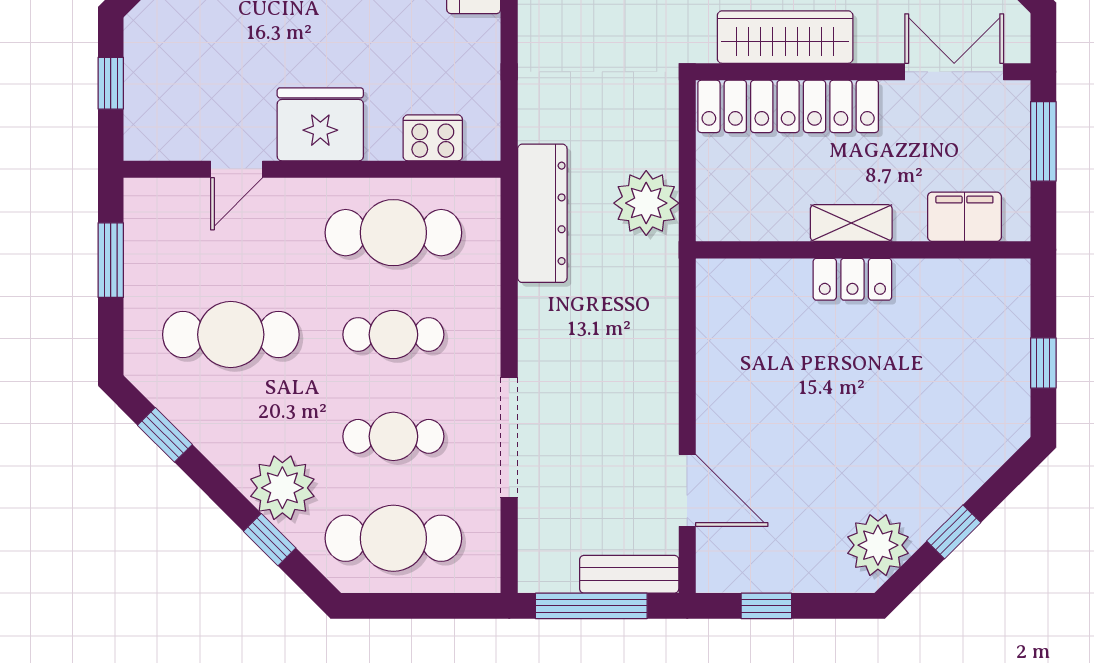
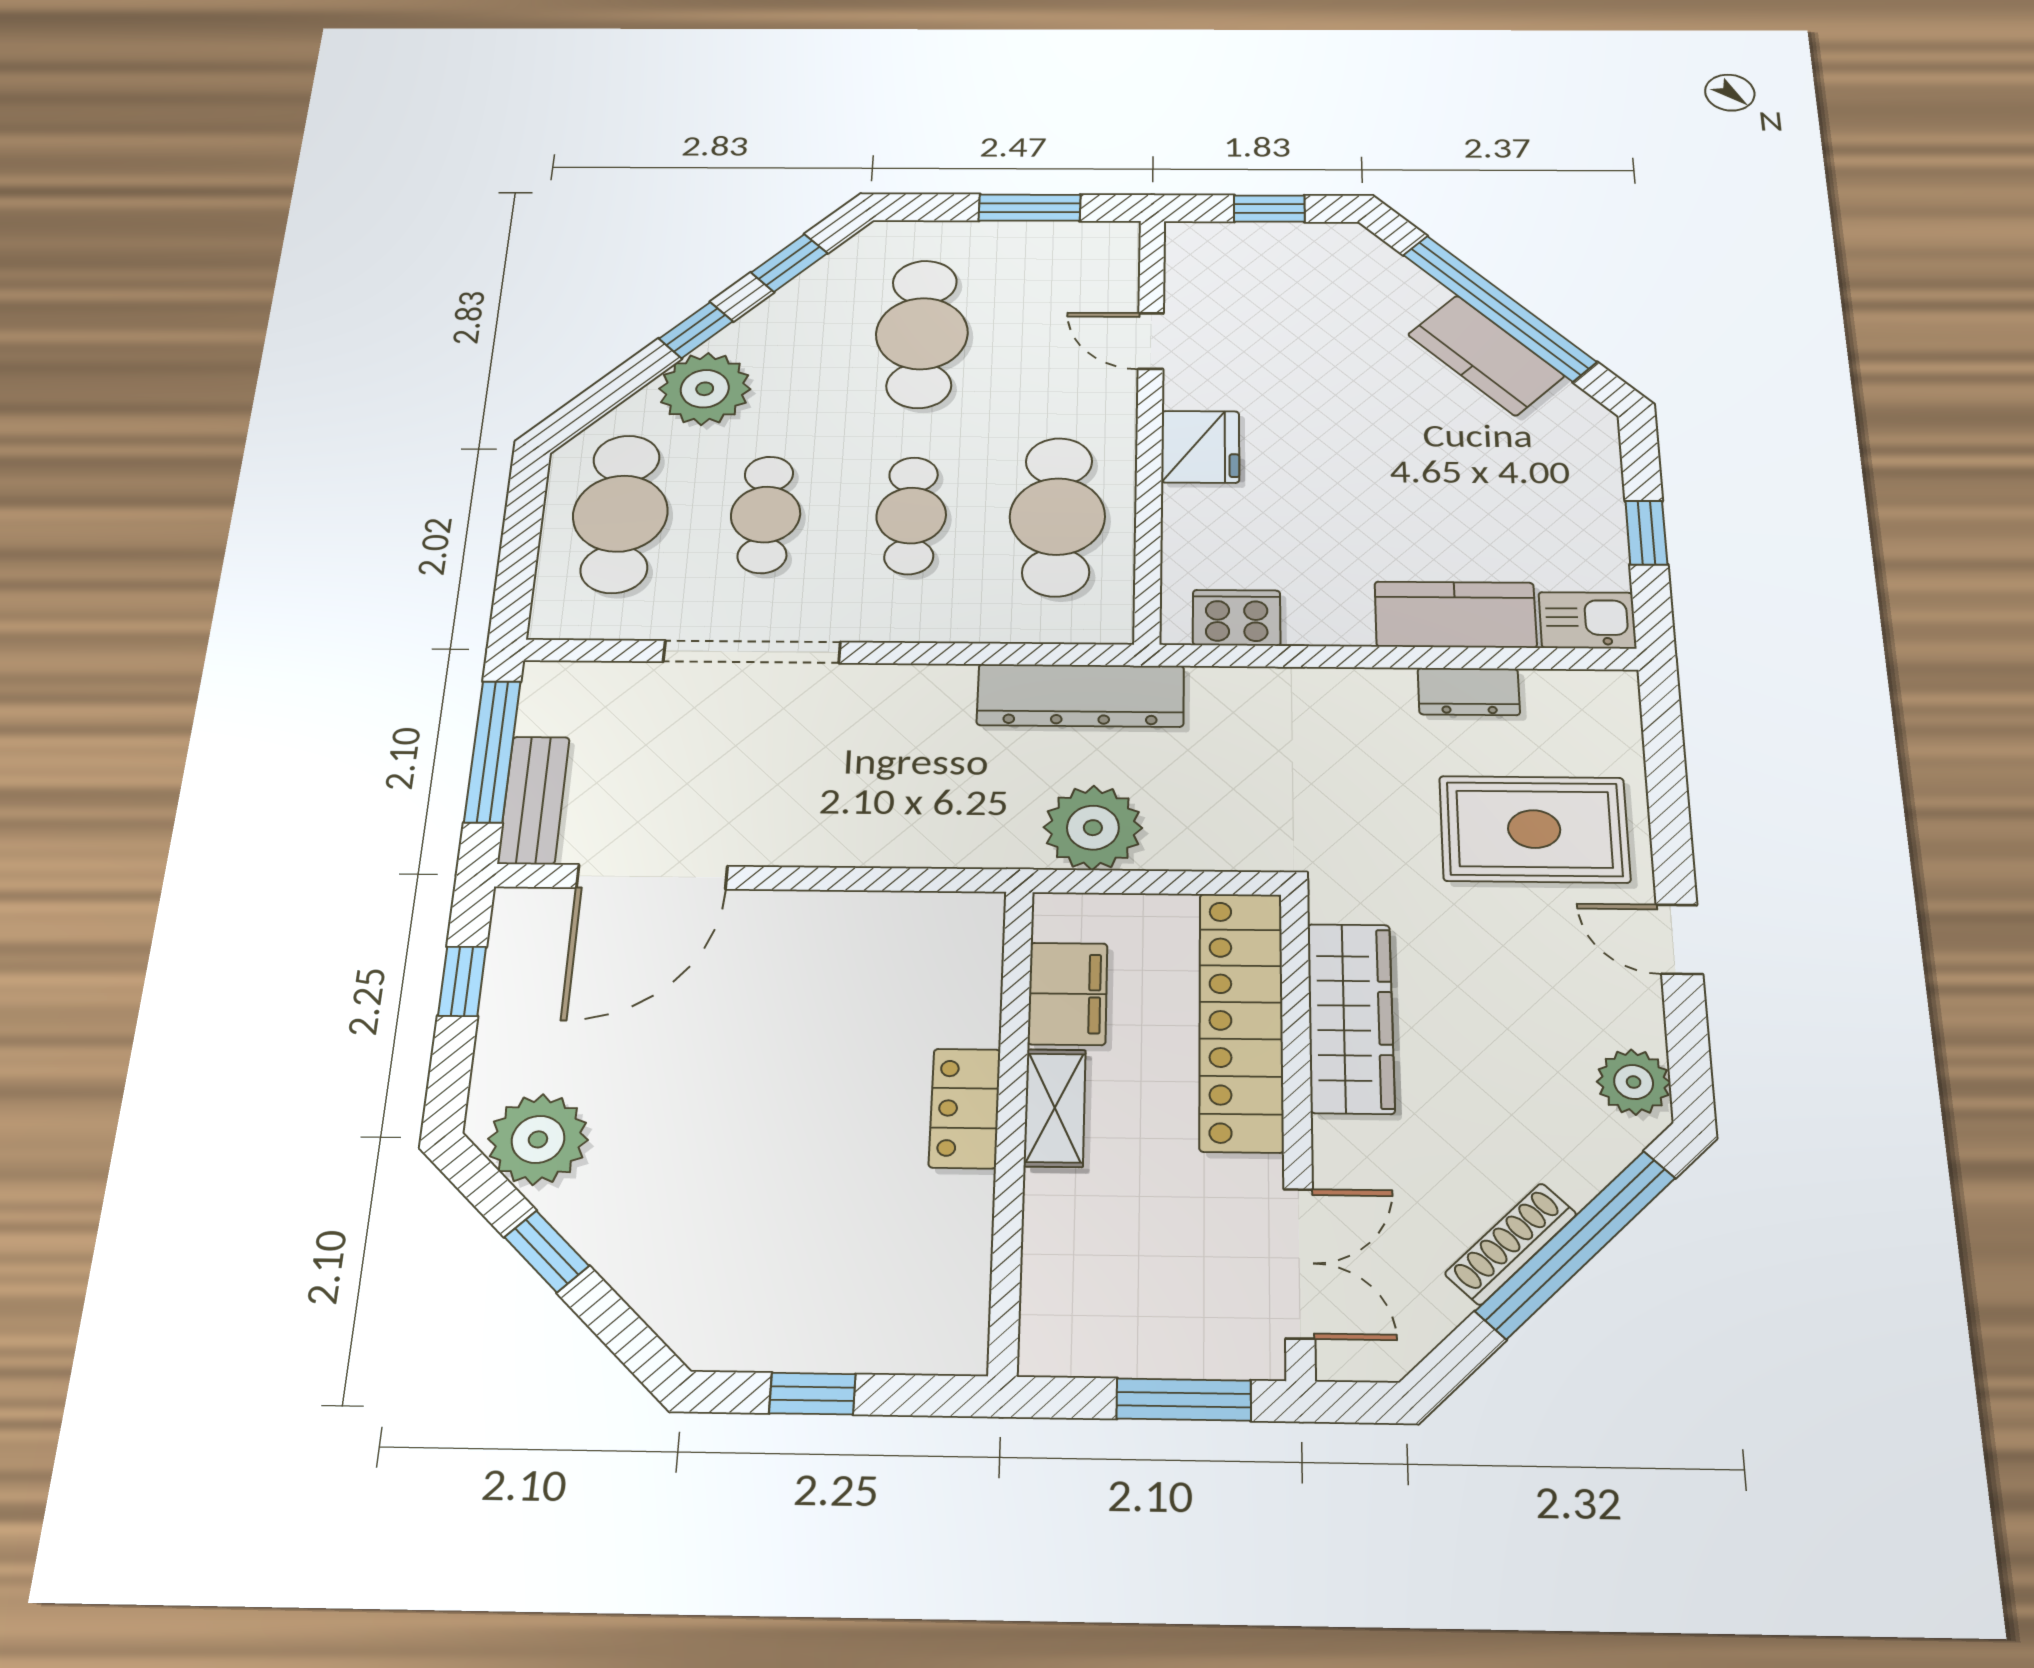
fridge: (320, 124) -> (1200, 447), width x0.73, depth x0.75
cooker: (433, 138) -> (1237, 618), moved, turned -90
filing cabinet: (964, 217) -> (1068, 994), moved
door: (687, 490) -> (652, 877), width x1.36
window: (270, 540) -> (696, 330), moved

